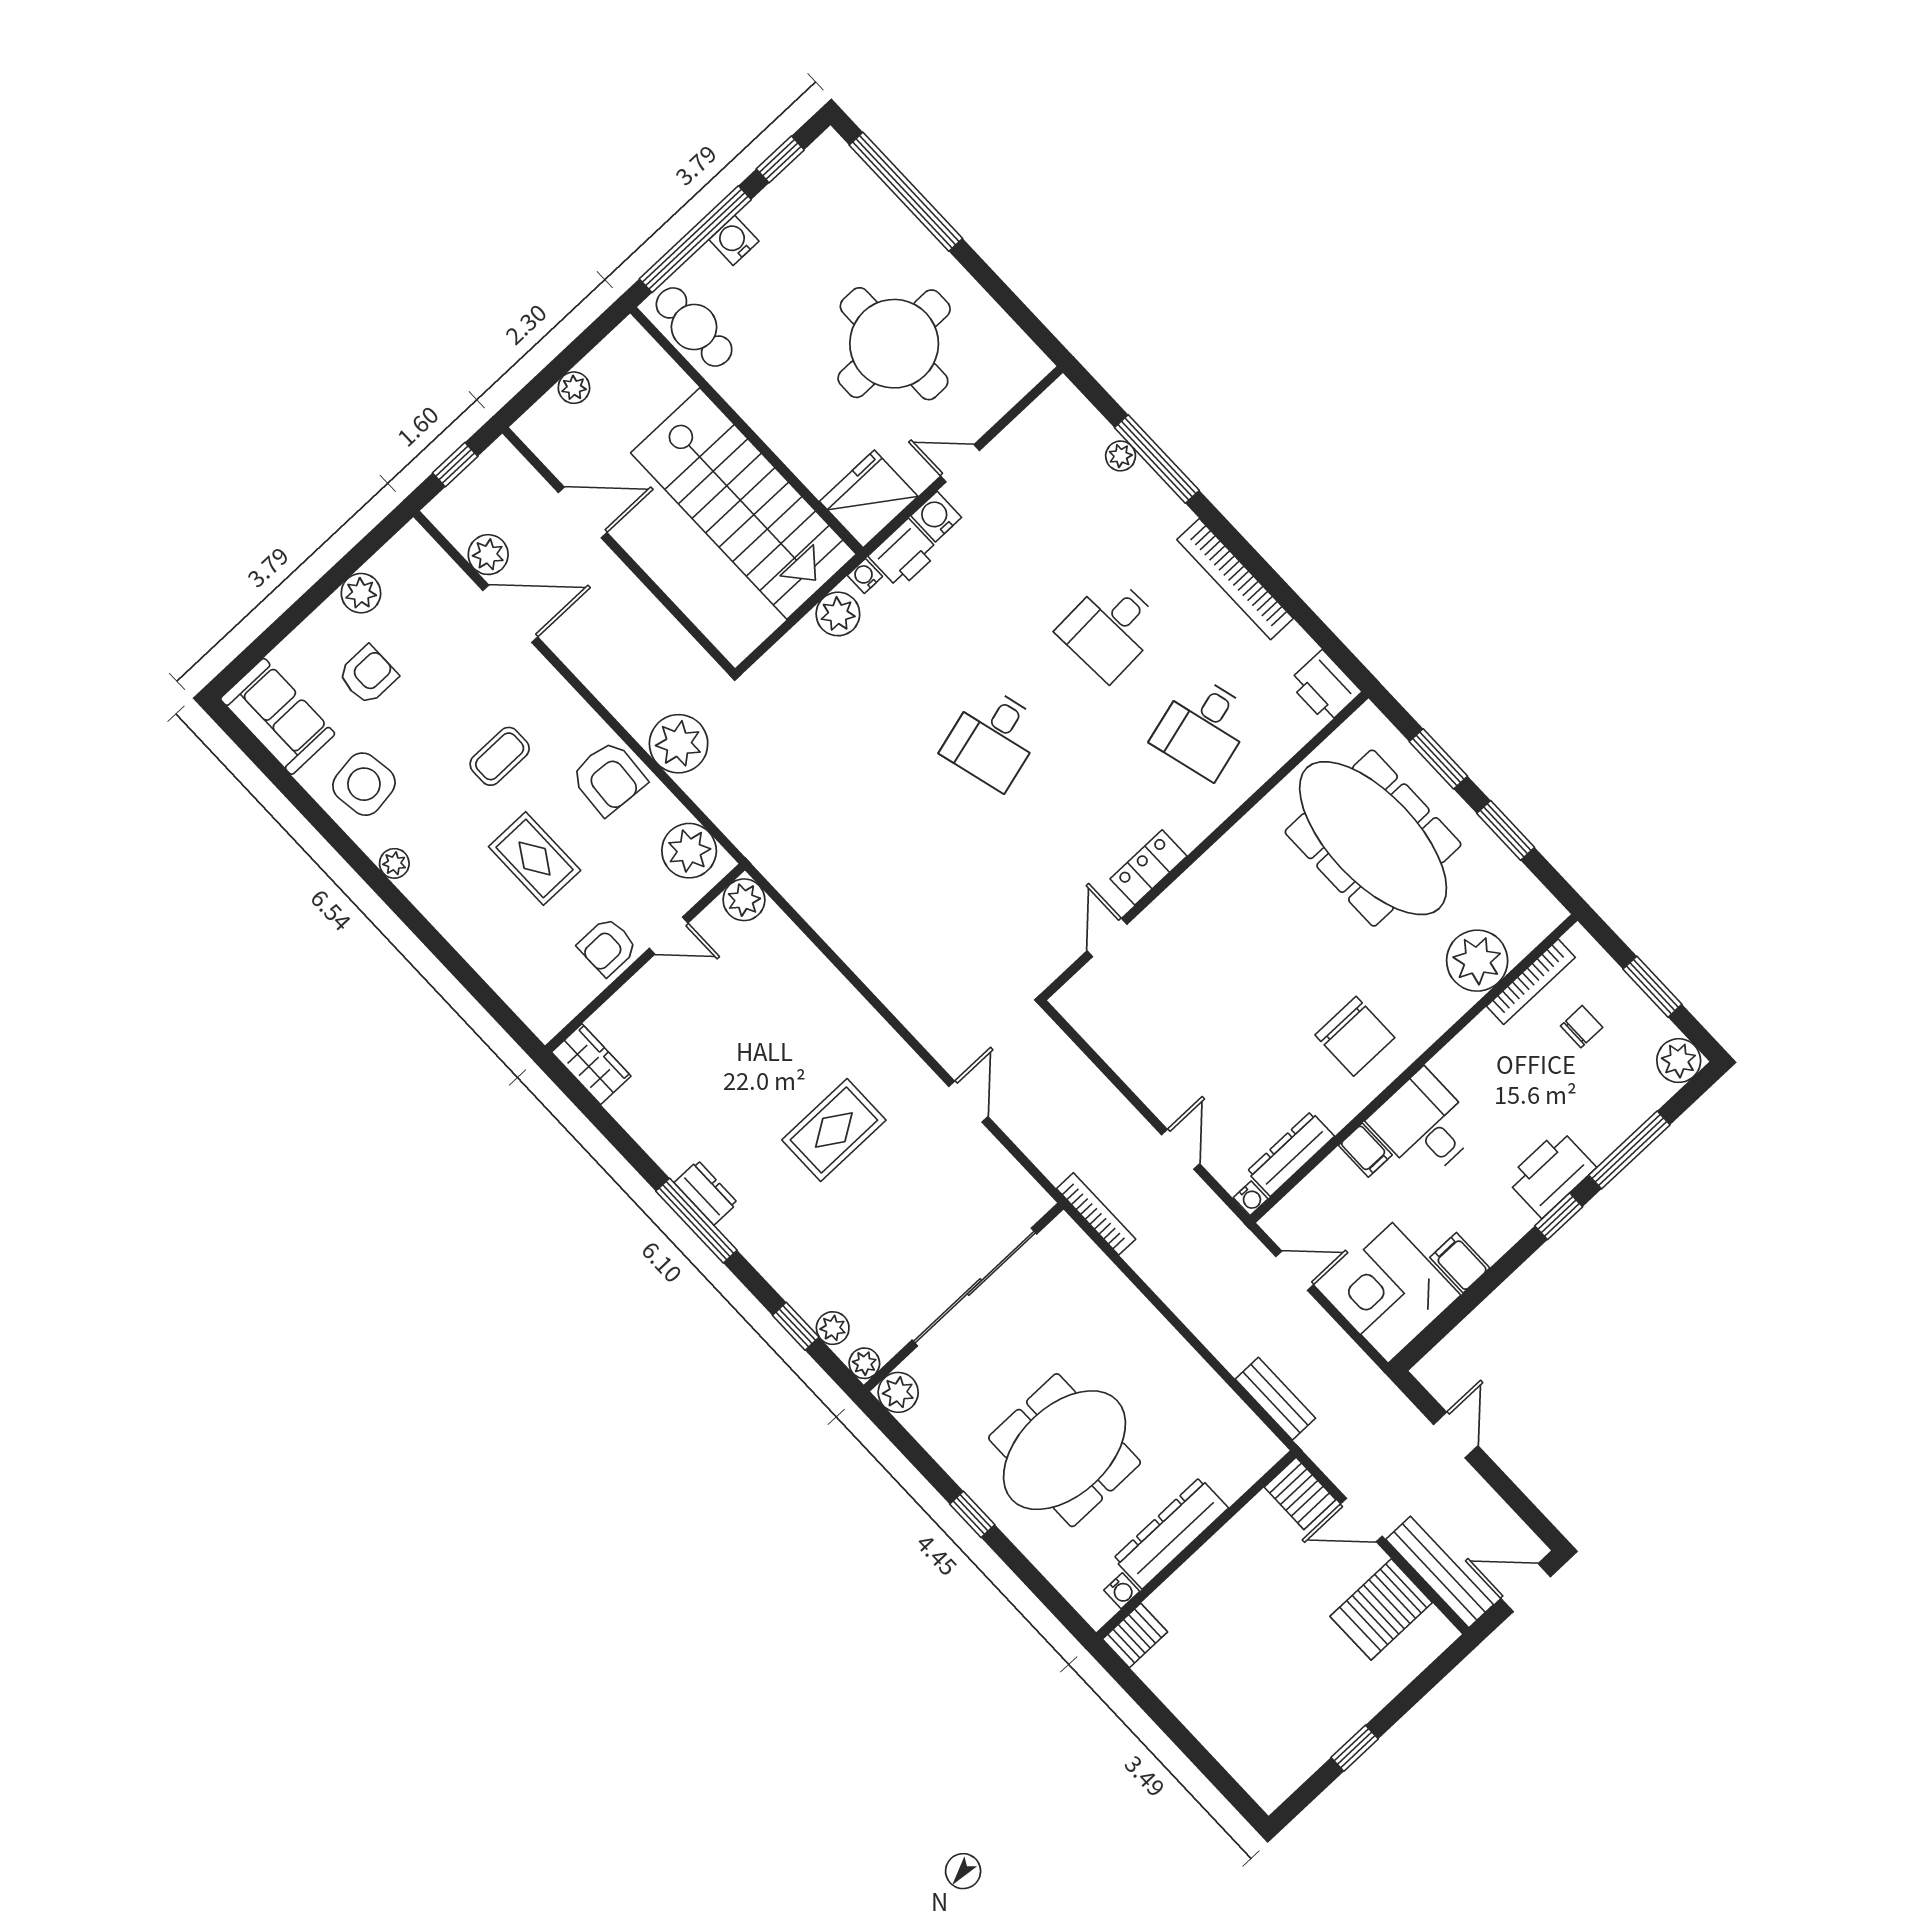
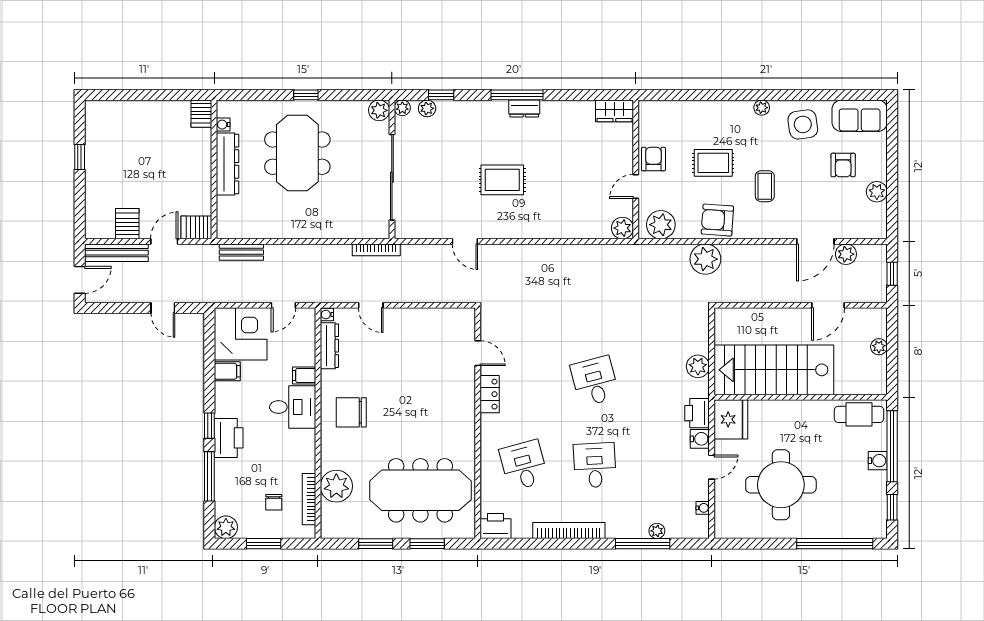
water cooler: (865, 576) -> (703, 508), moved
rug: (834, 1130) -> (502, 180), turned 90
server rack: (1381, 1609) -> (127, 224), width x0.73, depth x0.70

